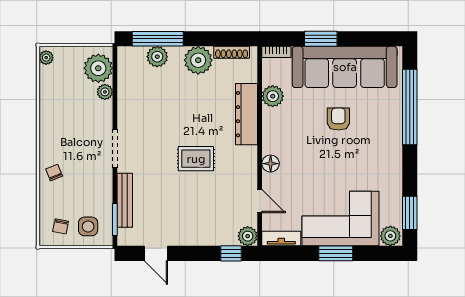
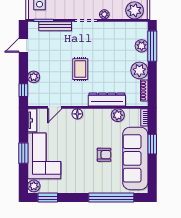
plant: (105, 92) -> (104, 14), moved
plant: (248, 236) -> (34, 77), moved

